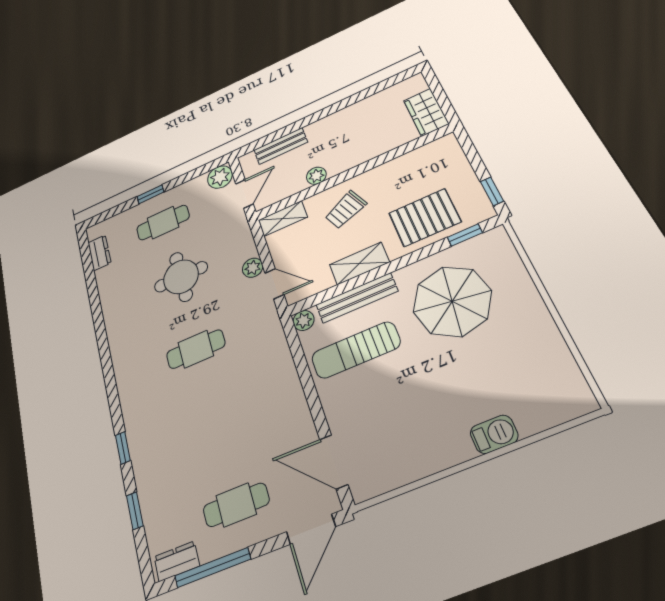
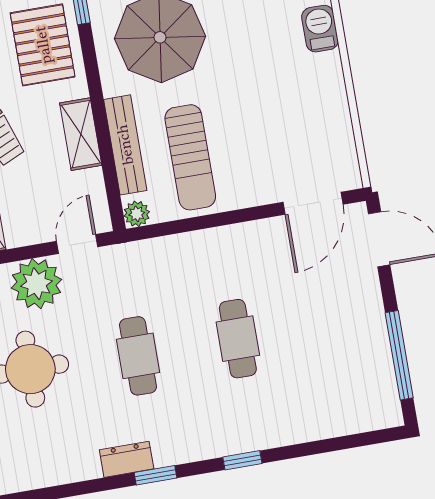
plant: (253, 268) -> (36, 284), width x1.88, depth x1.88
cafe table: (236, 505) -> (238, 339), moved
window: (135, 511) -> (155, 475), moved
dresser: (177, 561) -> (127, 459), moved, turned 90

